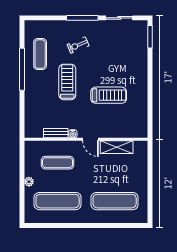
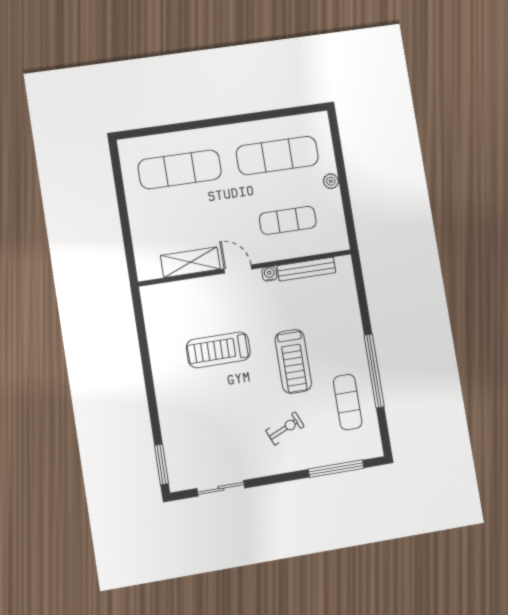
window: (82, 18) -> (336, 469), moved
bench: (56, 133) -> (306, 269), width x1.36

